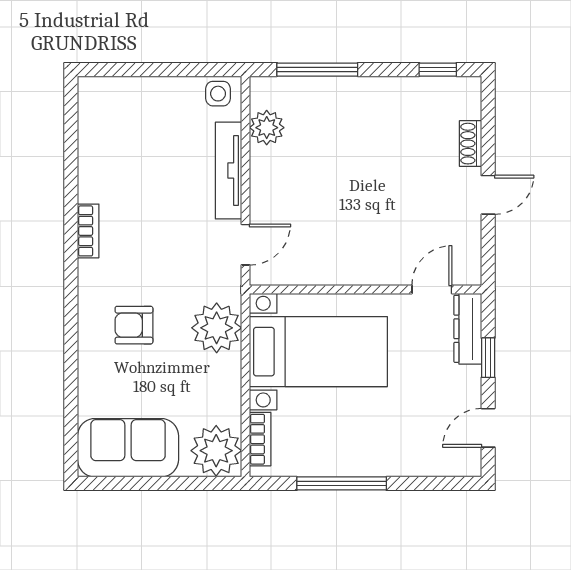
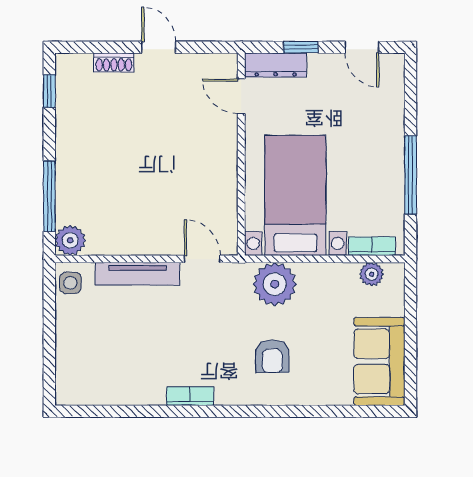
plant: (267, 128) -> (70, 240), moved
plant: (216, 451) -> (372, 274), width x0.53, depth x0.53

